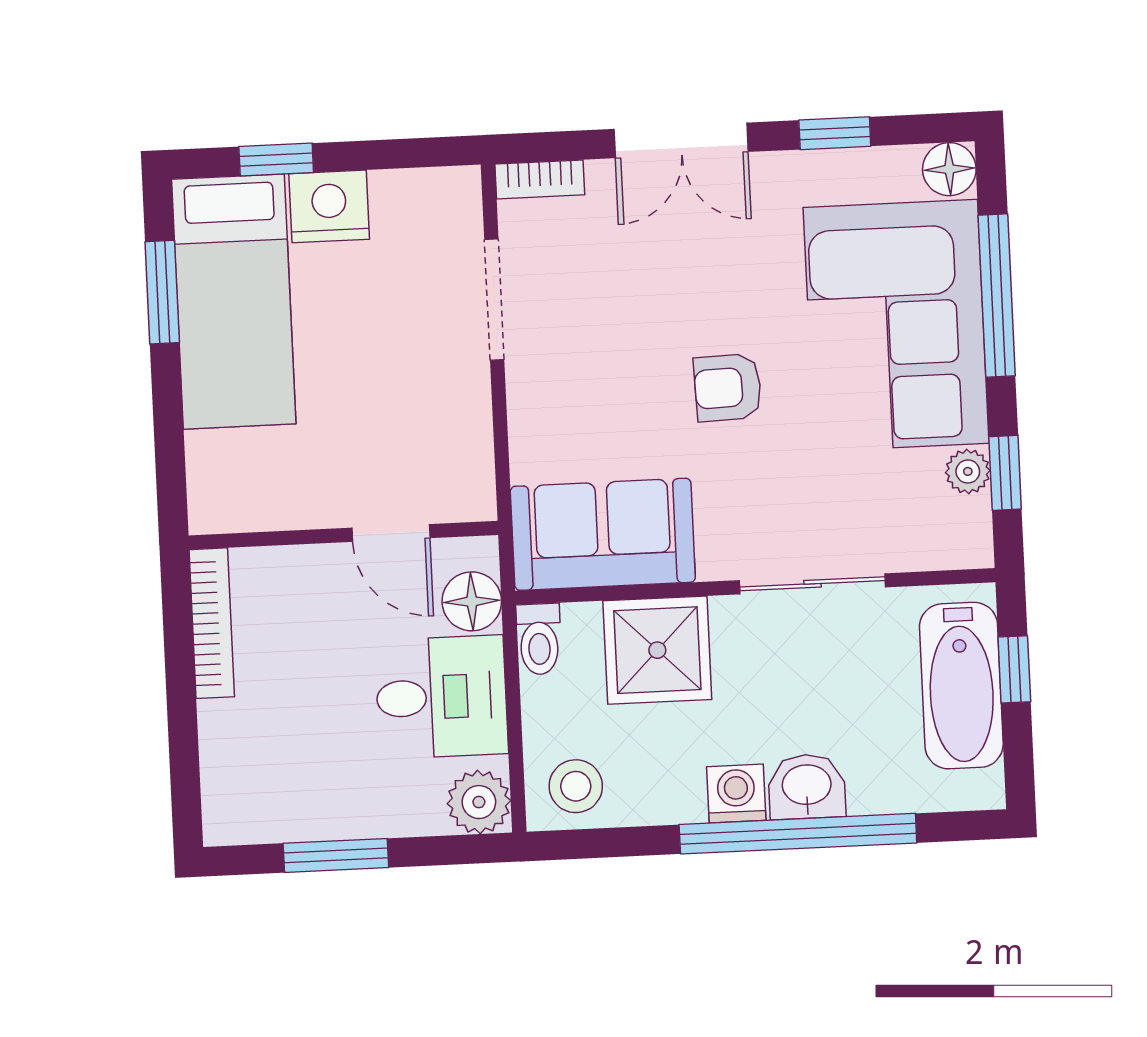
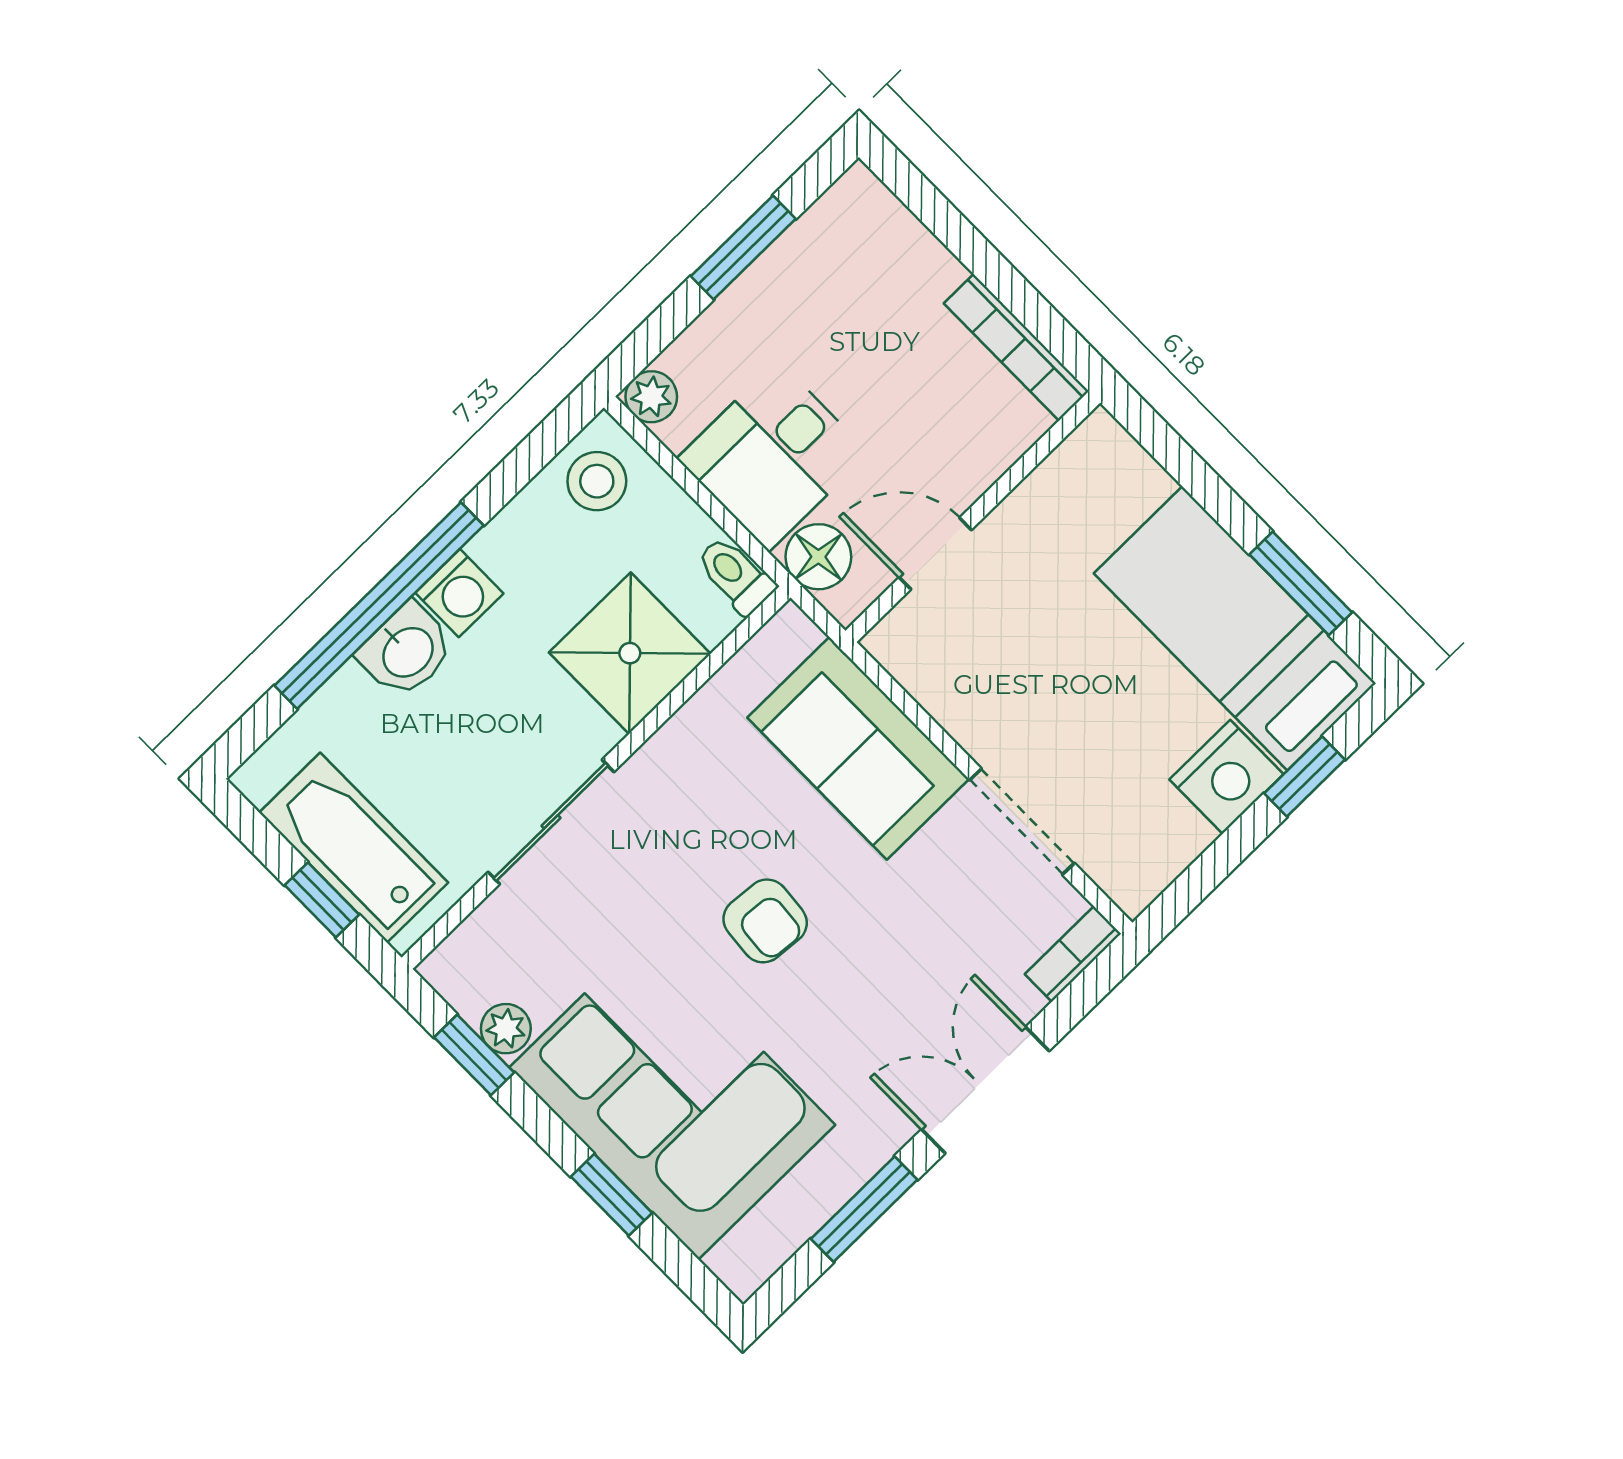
window: (835, 133) -> (864, 1209), width x1.50
floor lamp: (949, 169) -> (743, 1264), removed
window: (997, 295) -> (612, 1195), width x0.46
armchair: (728, 388) -> (765, 921), turned 97
sofa: (603, 534) -> (858, 748), moved, turned 90
plant: (479, 802) -> (651, 397), width x0.73, depth x0.73

